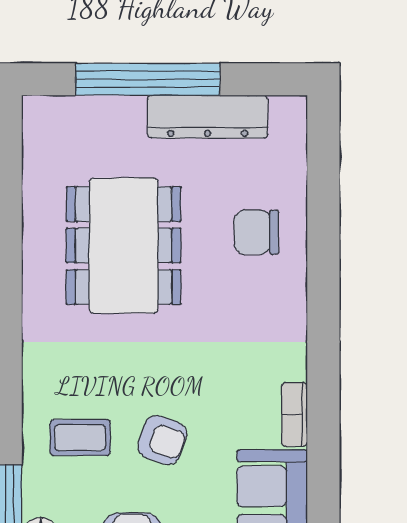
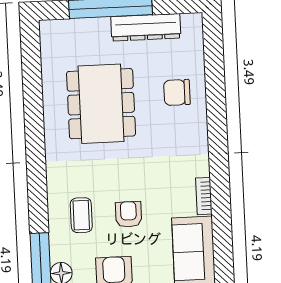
coffee table: (80, 438) -> (81, 215), turned 90
armchair: (162, 440) -> (128, 214), turned -109

